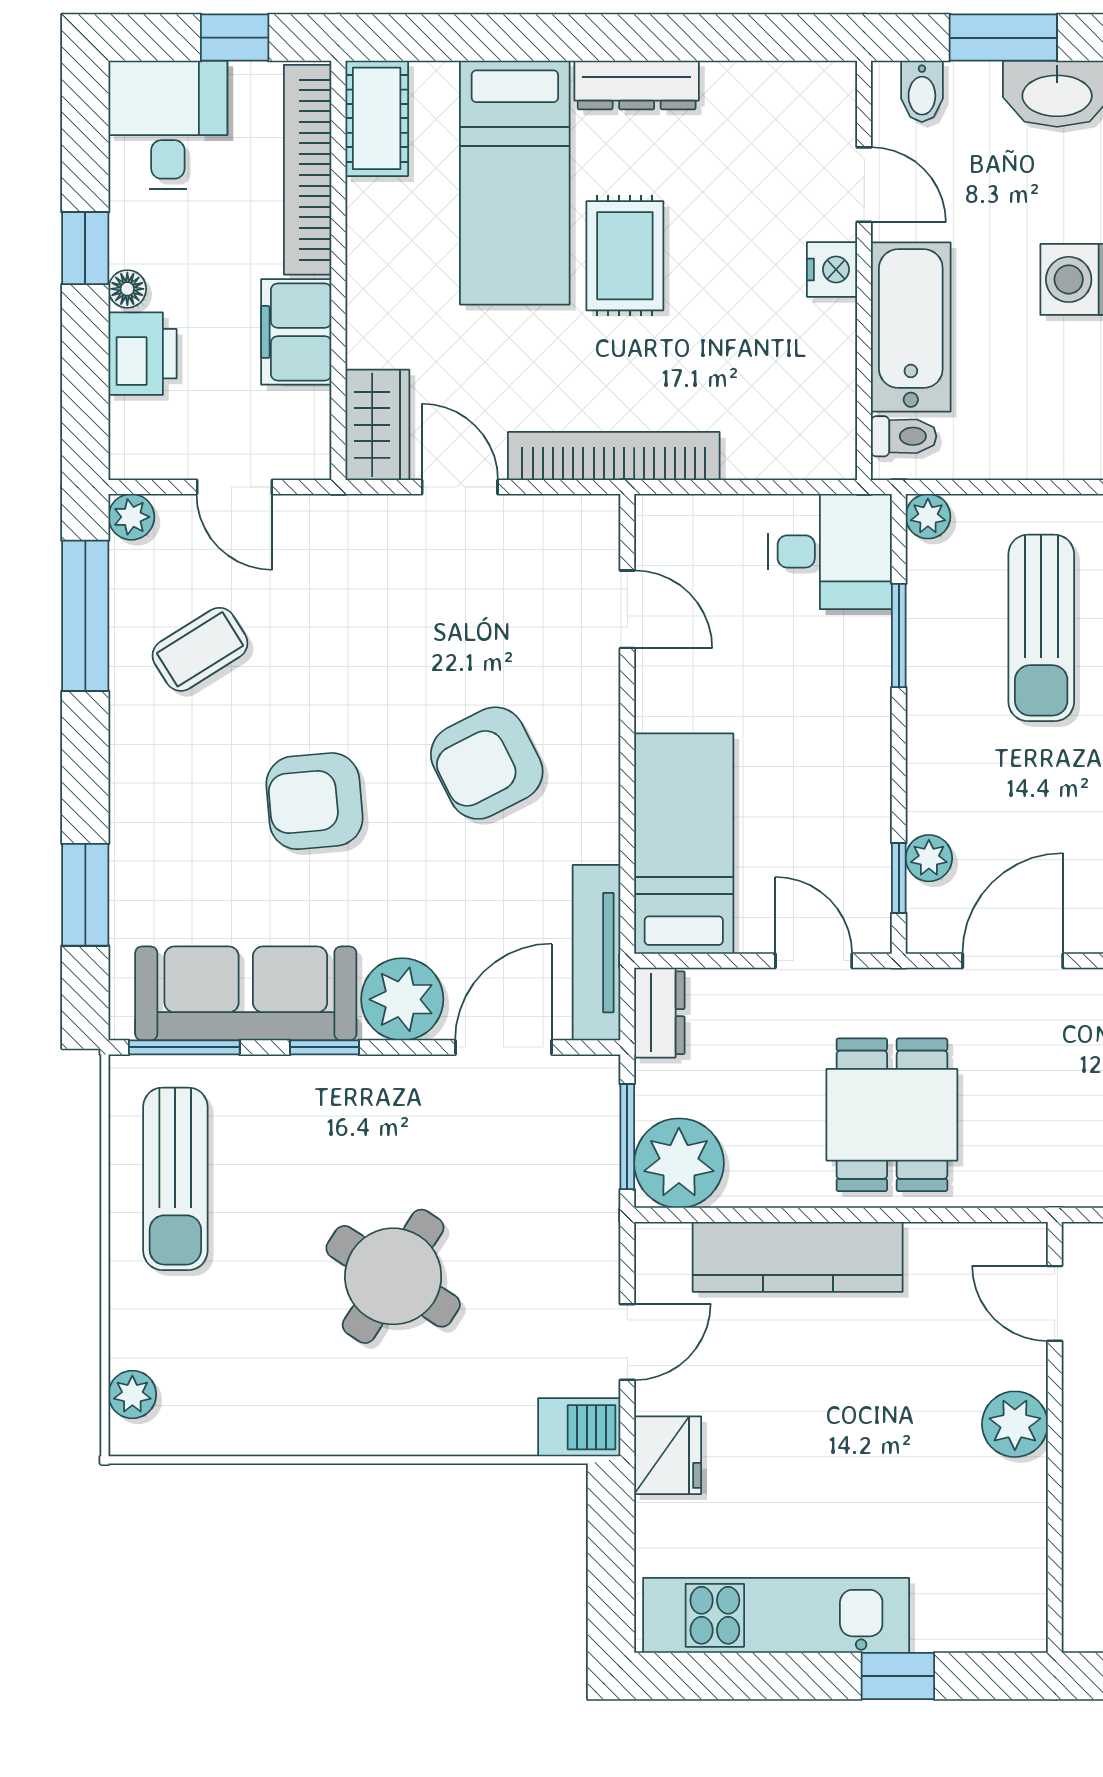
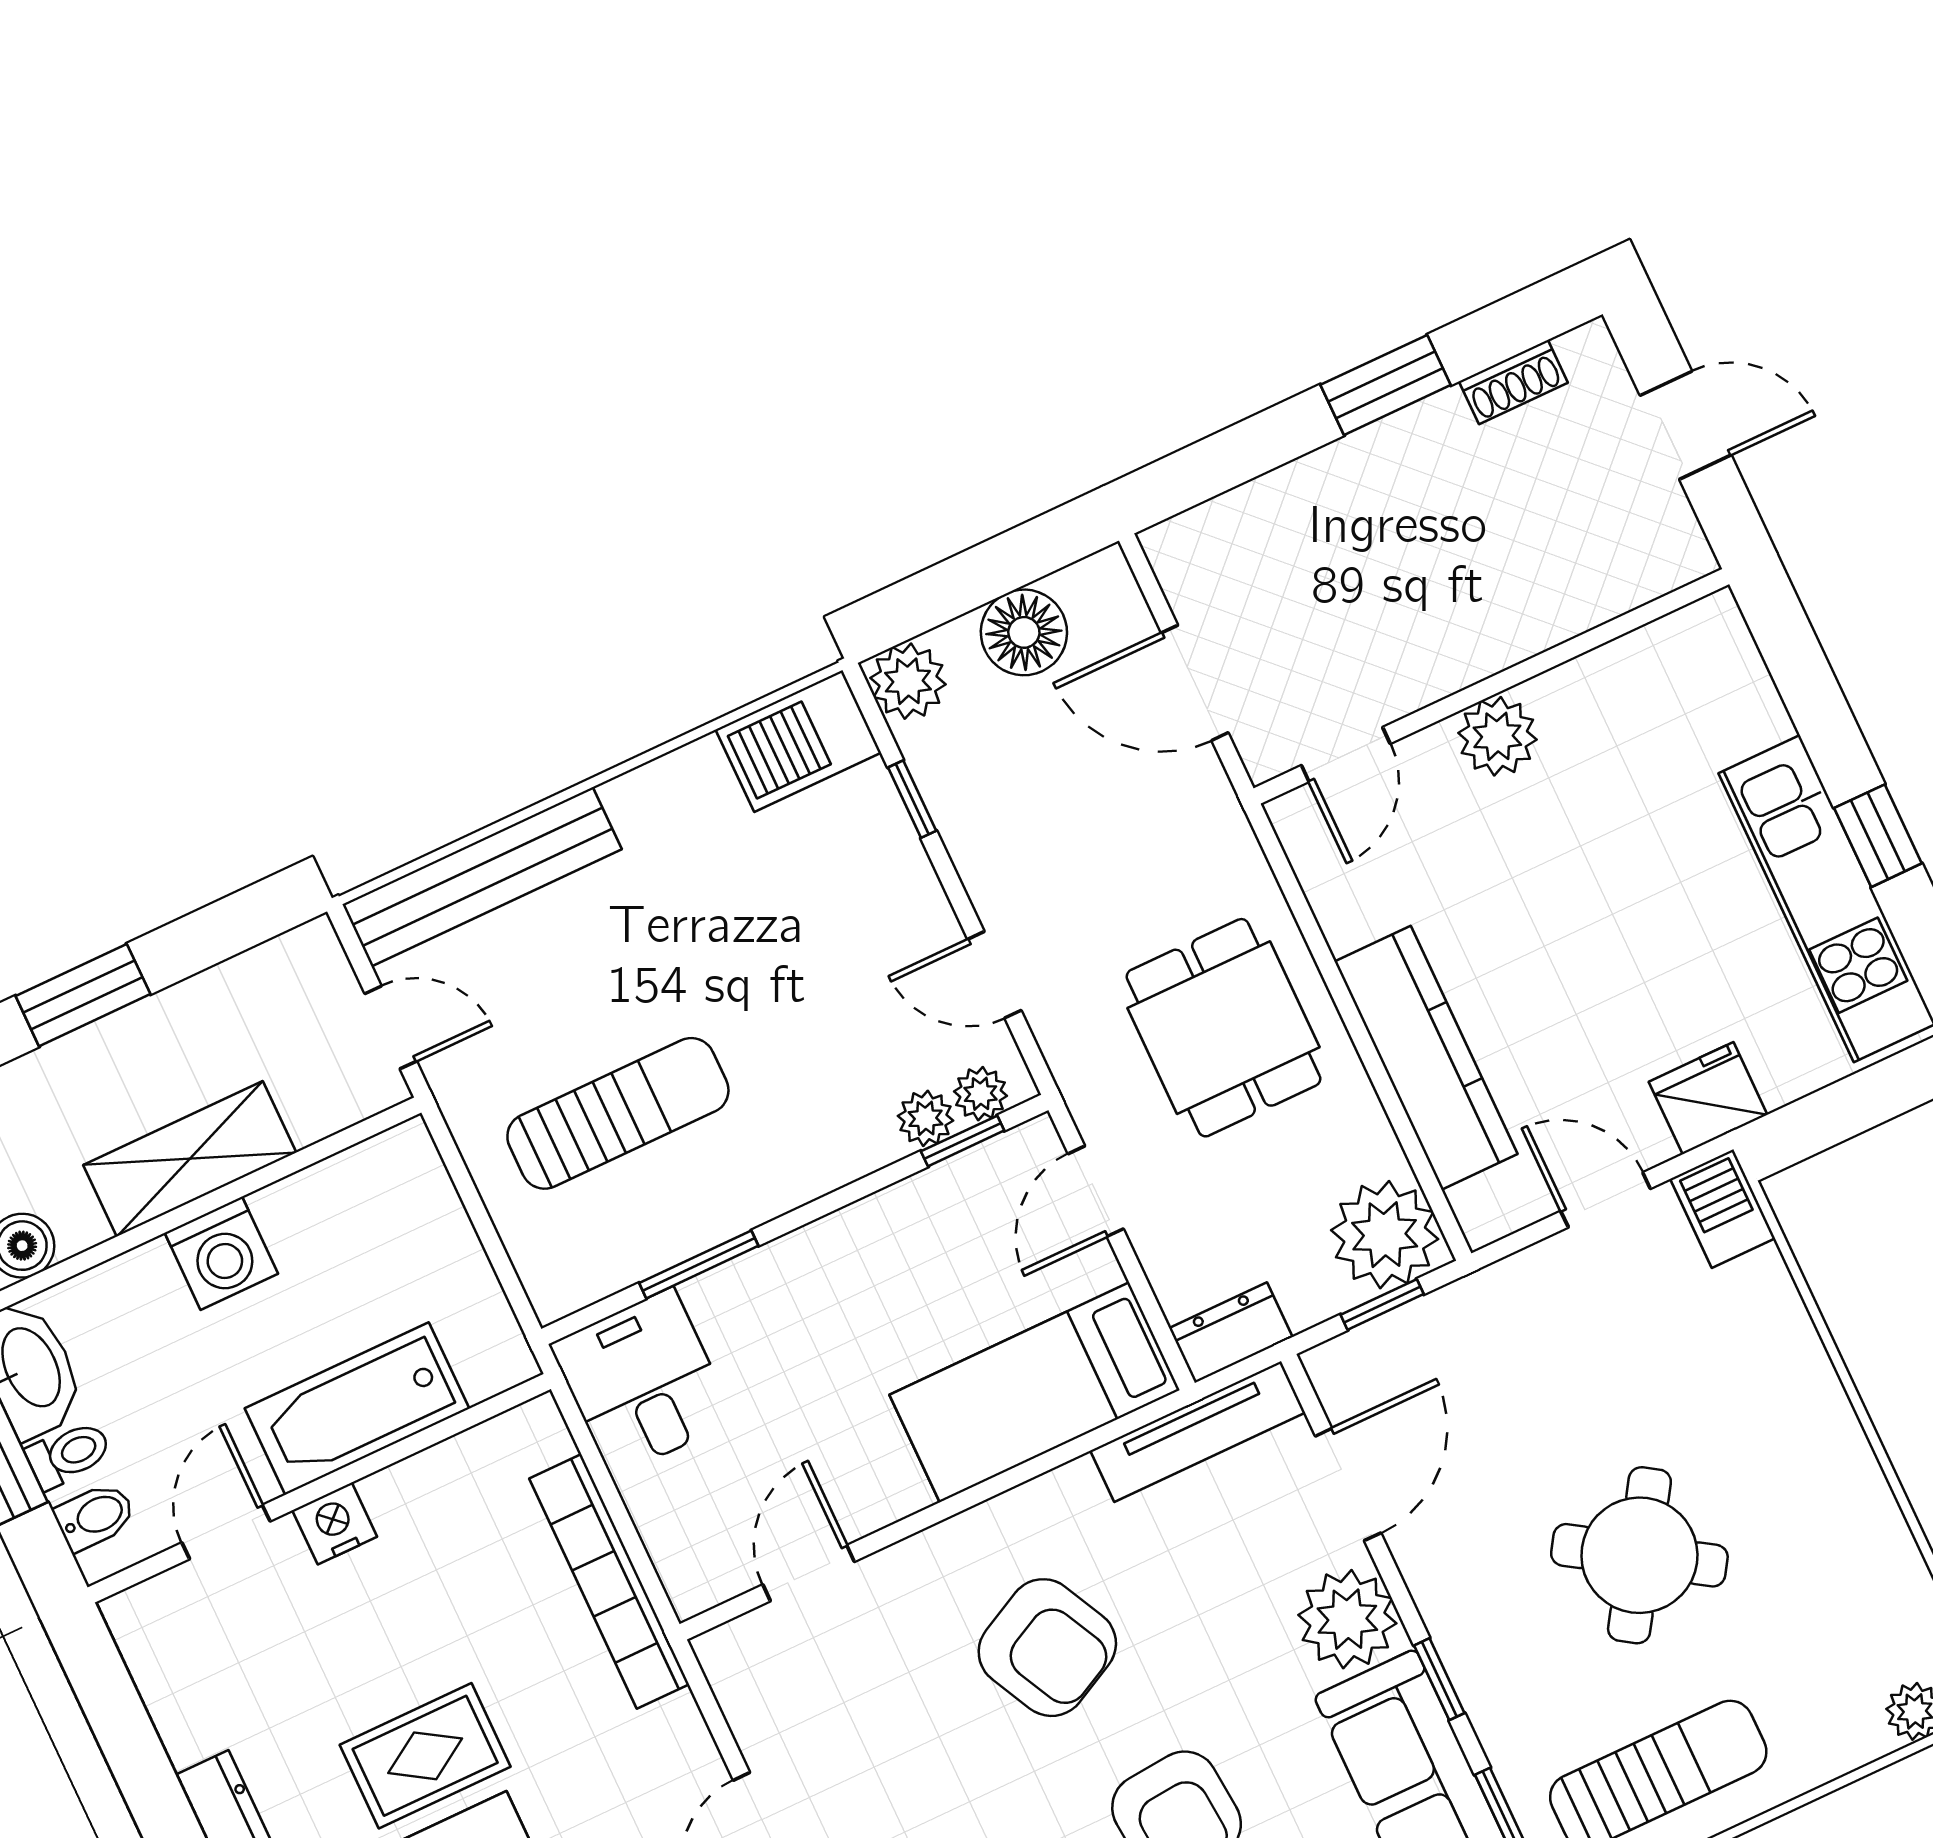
toilet: (904, 436) -> (69, 1454), moved, turned 90
bookcase: (614, 456) -> (609, 1581), moved
plant: (928, 516) -> (981, 1094), moved
door: (1013, 961) -> (994, 975), width x0.73
door: (504, 1047) -> (1348, 1484), swing flipped
dining table: (892, 1115) -> (1224, 1028), turned 90
window: (627, 1137) -> (1382, 1304), width x0.67
round table: (393, 1276) -> (1639, 1555), moved
window: (898, 1676) -> (1878, 836), moved

